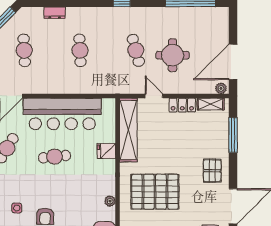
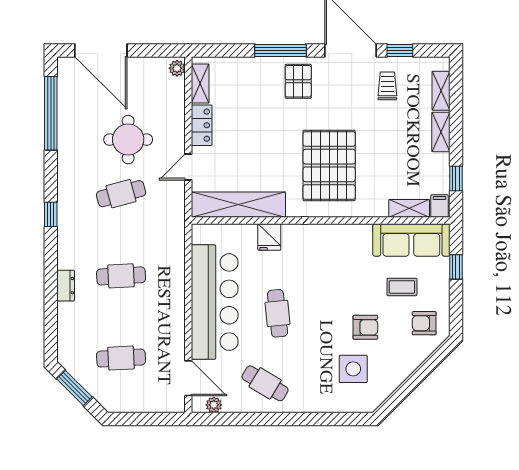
dresser: (55, 13) -> (66, 286), moved
door: (233, 62) -> (101, 50), moved
window: (233, 135) -> (280, 50), moved
pallet: (212, 171) -> (298, 81), turned 90
plant: (110, 201) -> (343, 232), removed
side table: (17, 208) -> (353, 369), width x1.87, depth x1.87

